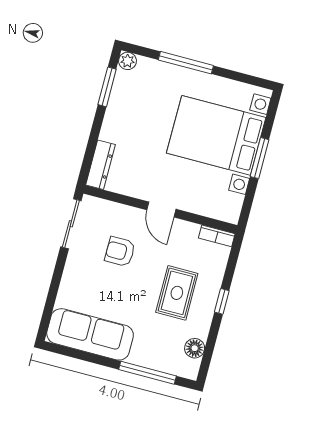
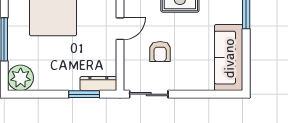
plant: (128, 61) -> (21, 78), width x1.88, depth x1.88
window: (107, 87) -> (84, 94), moved

